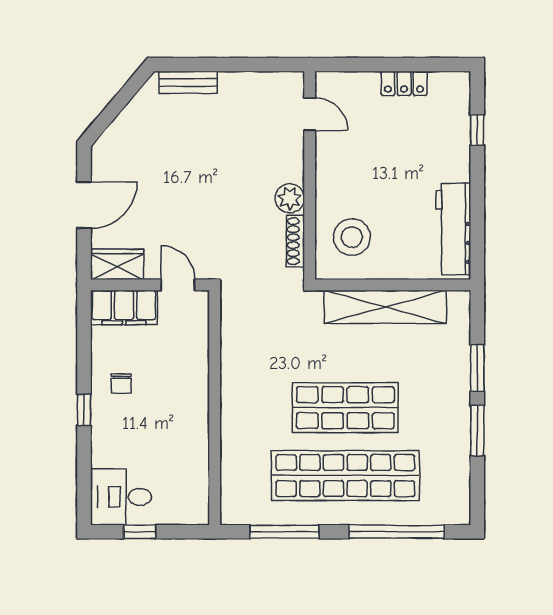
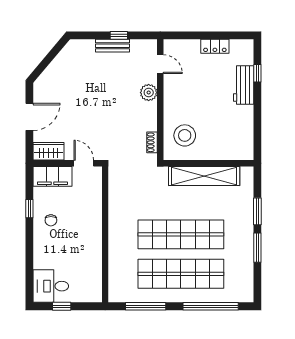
window: (238, 65) -> (119, 35), added
bench: (188, 82) -> (112, 46), moved
plant: (290, 198) -> (149, 93), moved
workbench: (453, 229) -> (244, 85), moved, width x0.73
shoe rack: (295, 241) -> (152, 142), width x0.70
shop shelf: (345, 408) -> (181, 234), width x1.40
window: (84, 410) -> (29, 209), moved

